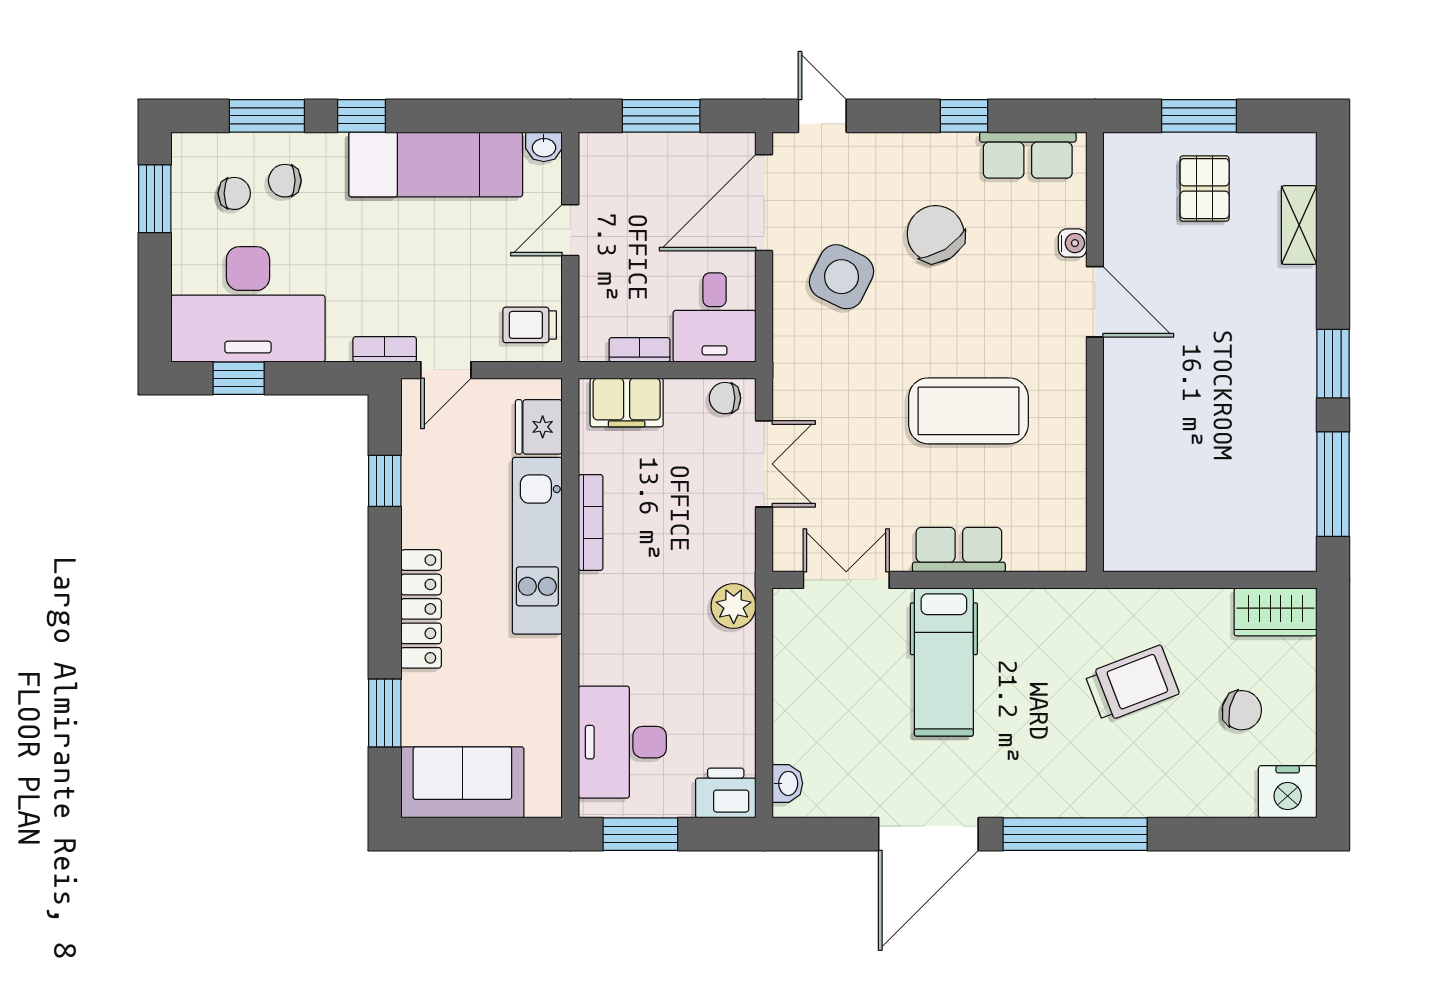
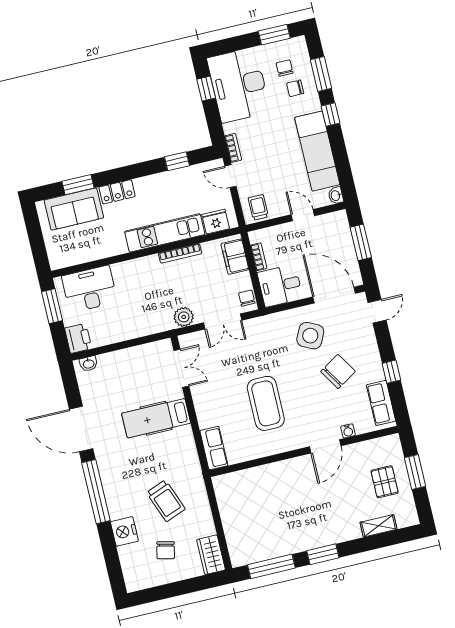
chair: (285, 181) -> (295, 88), turned -90
pallet: (1205, 189) -> (385, 482), turned 90
chair: (234, 193) -> (285, 68), turned 180
row of seats: (959, 550) -> (214, 448), moved
plant: (734, 606) -> (184, 317), moved
locker: (421, 609) -> (117, 192), width x0.66
sofa: (462, 782) -> (74, 209), moved, turned 90
nightstand: (1288, 792) -> (124, 531), moved

